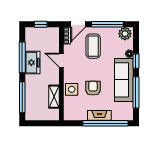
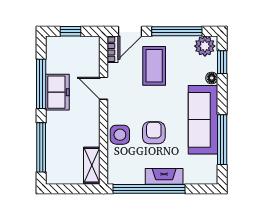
window: (136, 61) -> (222, 62), moved
shelving: (54, 97) -> (92, 165), moved
window: (105, 123) -> (149, 189), moved

